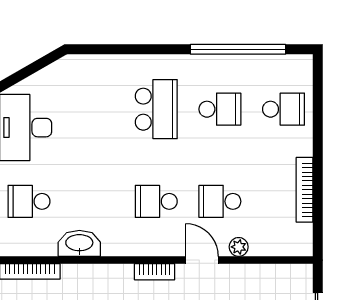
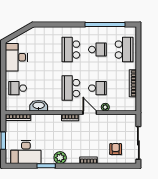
school desk: (156, 109) -> (71, 50), turned 180
school desk: (284, 109) -> (124, 50), width x1.85
school desk: (156, 201) -> (71, 88), width x1.85
school desk: (220, 201) -> (97, 88), turned 180

